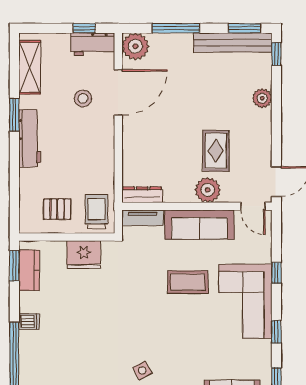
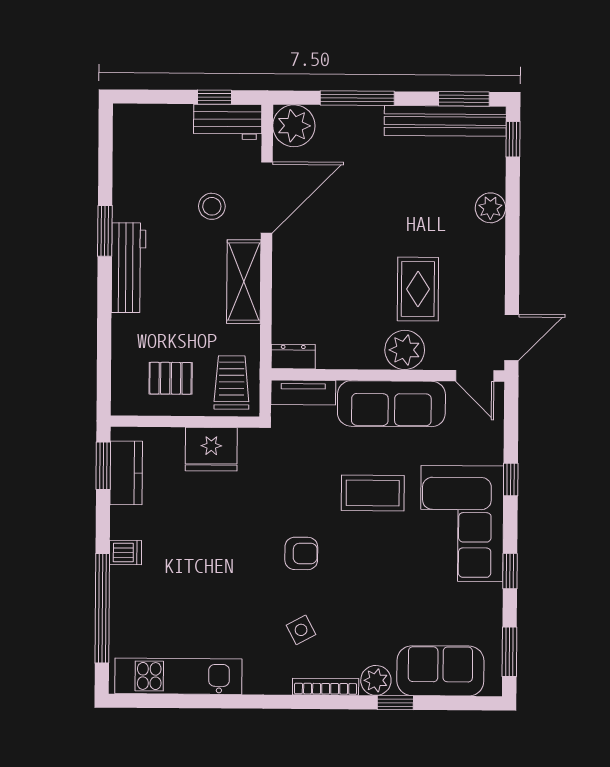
shelving: (30, 67) -> (244, 282), moved
dresser: (142, 195) -> (293, 357), width x0.70
armchair: (142, 321) -> (301, 553), added

